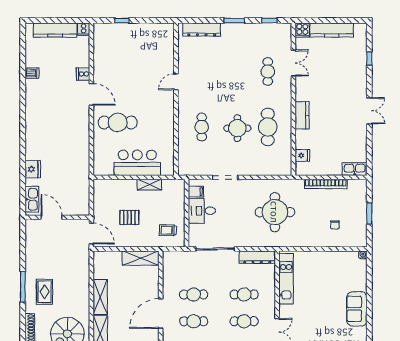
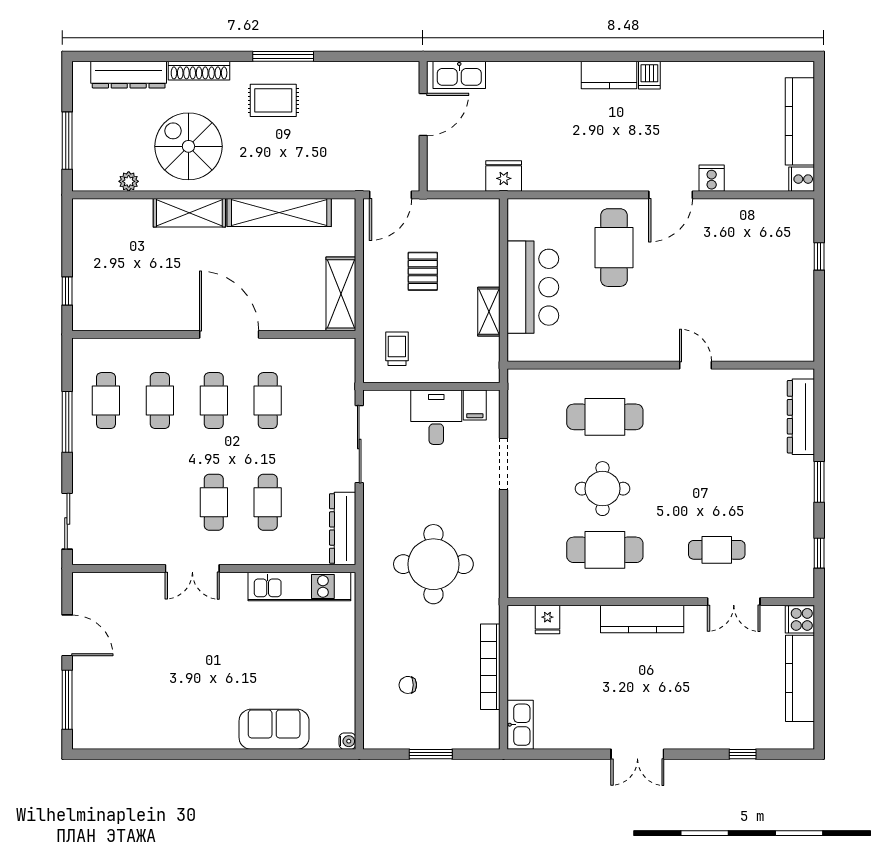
dishwasher: (32, 73) -> (649, 75), moved
kitchen counter: (302, 115) -> (642, 619), width x1.50
kitchen counter: (32, 125) -> (609, 75), added
cafe table: (202, 127) -> (605, 417), width x1.37, depth x1.35
fridge: (33, 169) -> (504, 176), moved, turned 180
shelving: (100, 297) -> (279, 213), width x1.47
sofa: (357, 309) -> (274, 729), moved

